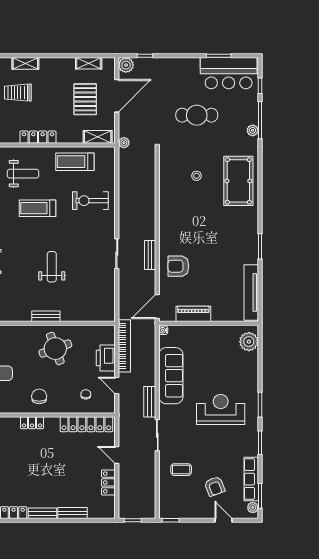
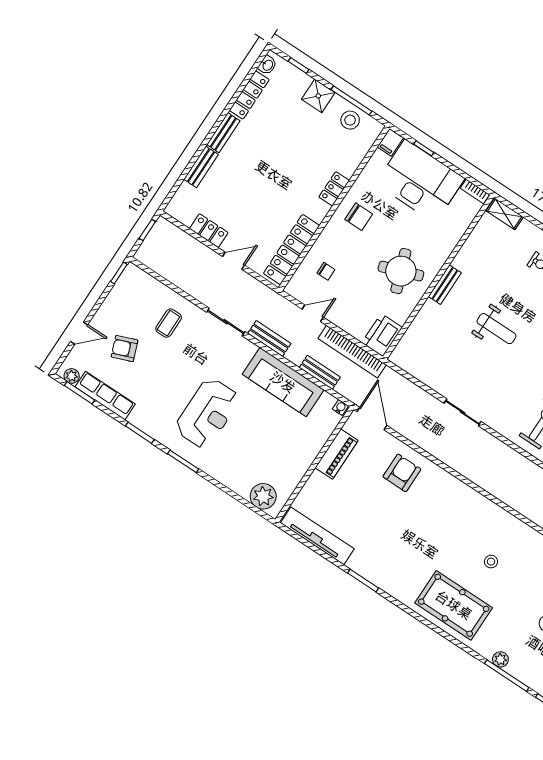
bench: (150, 255) -> (320, 372), moved
printer: (106, 358) -> (382, 335), moved, turned -90

